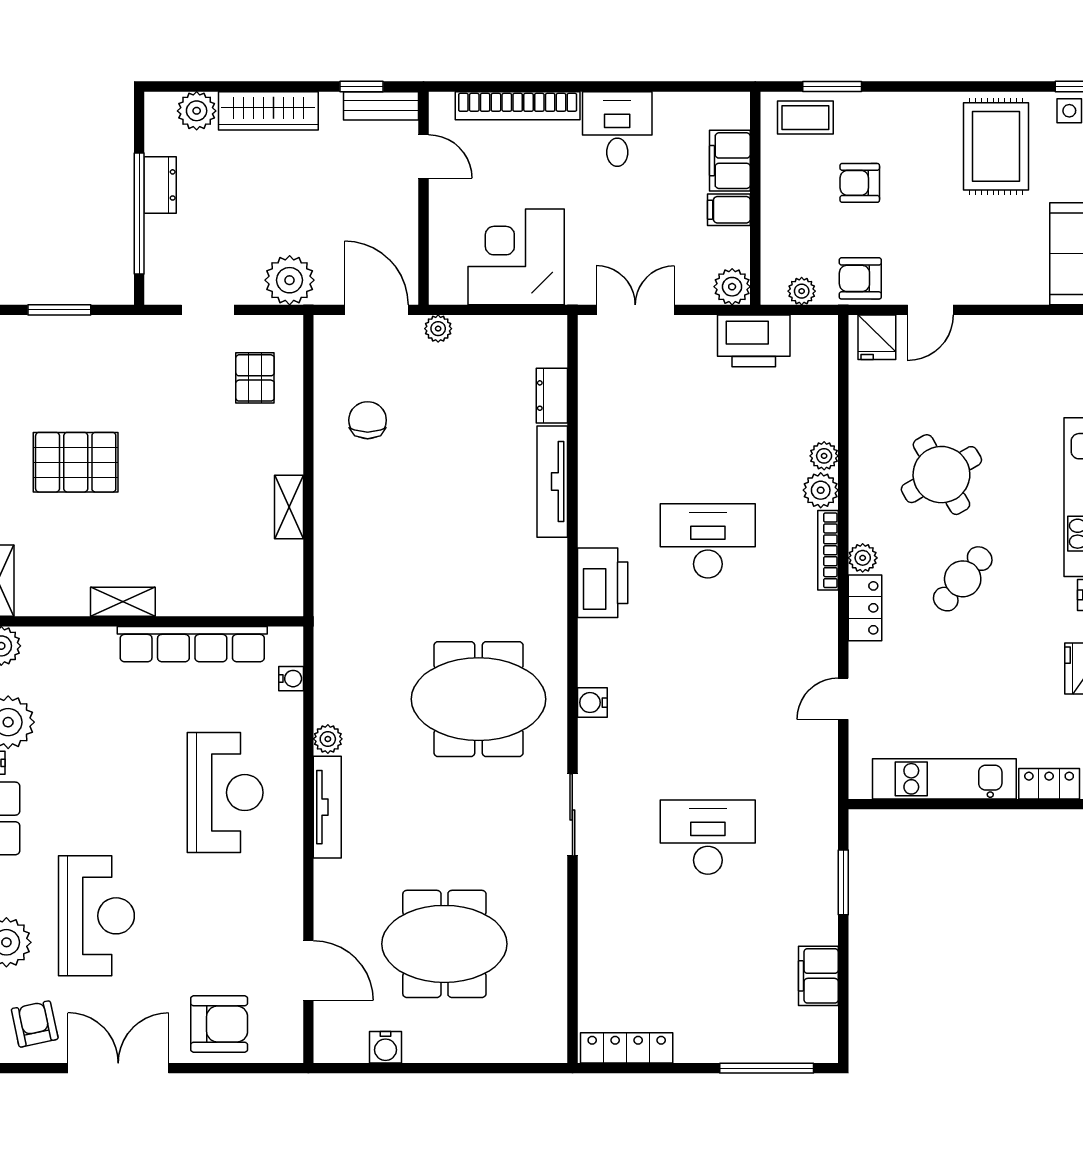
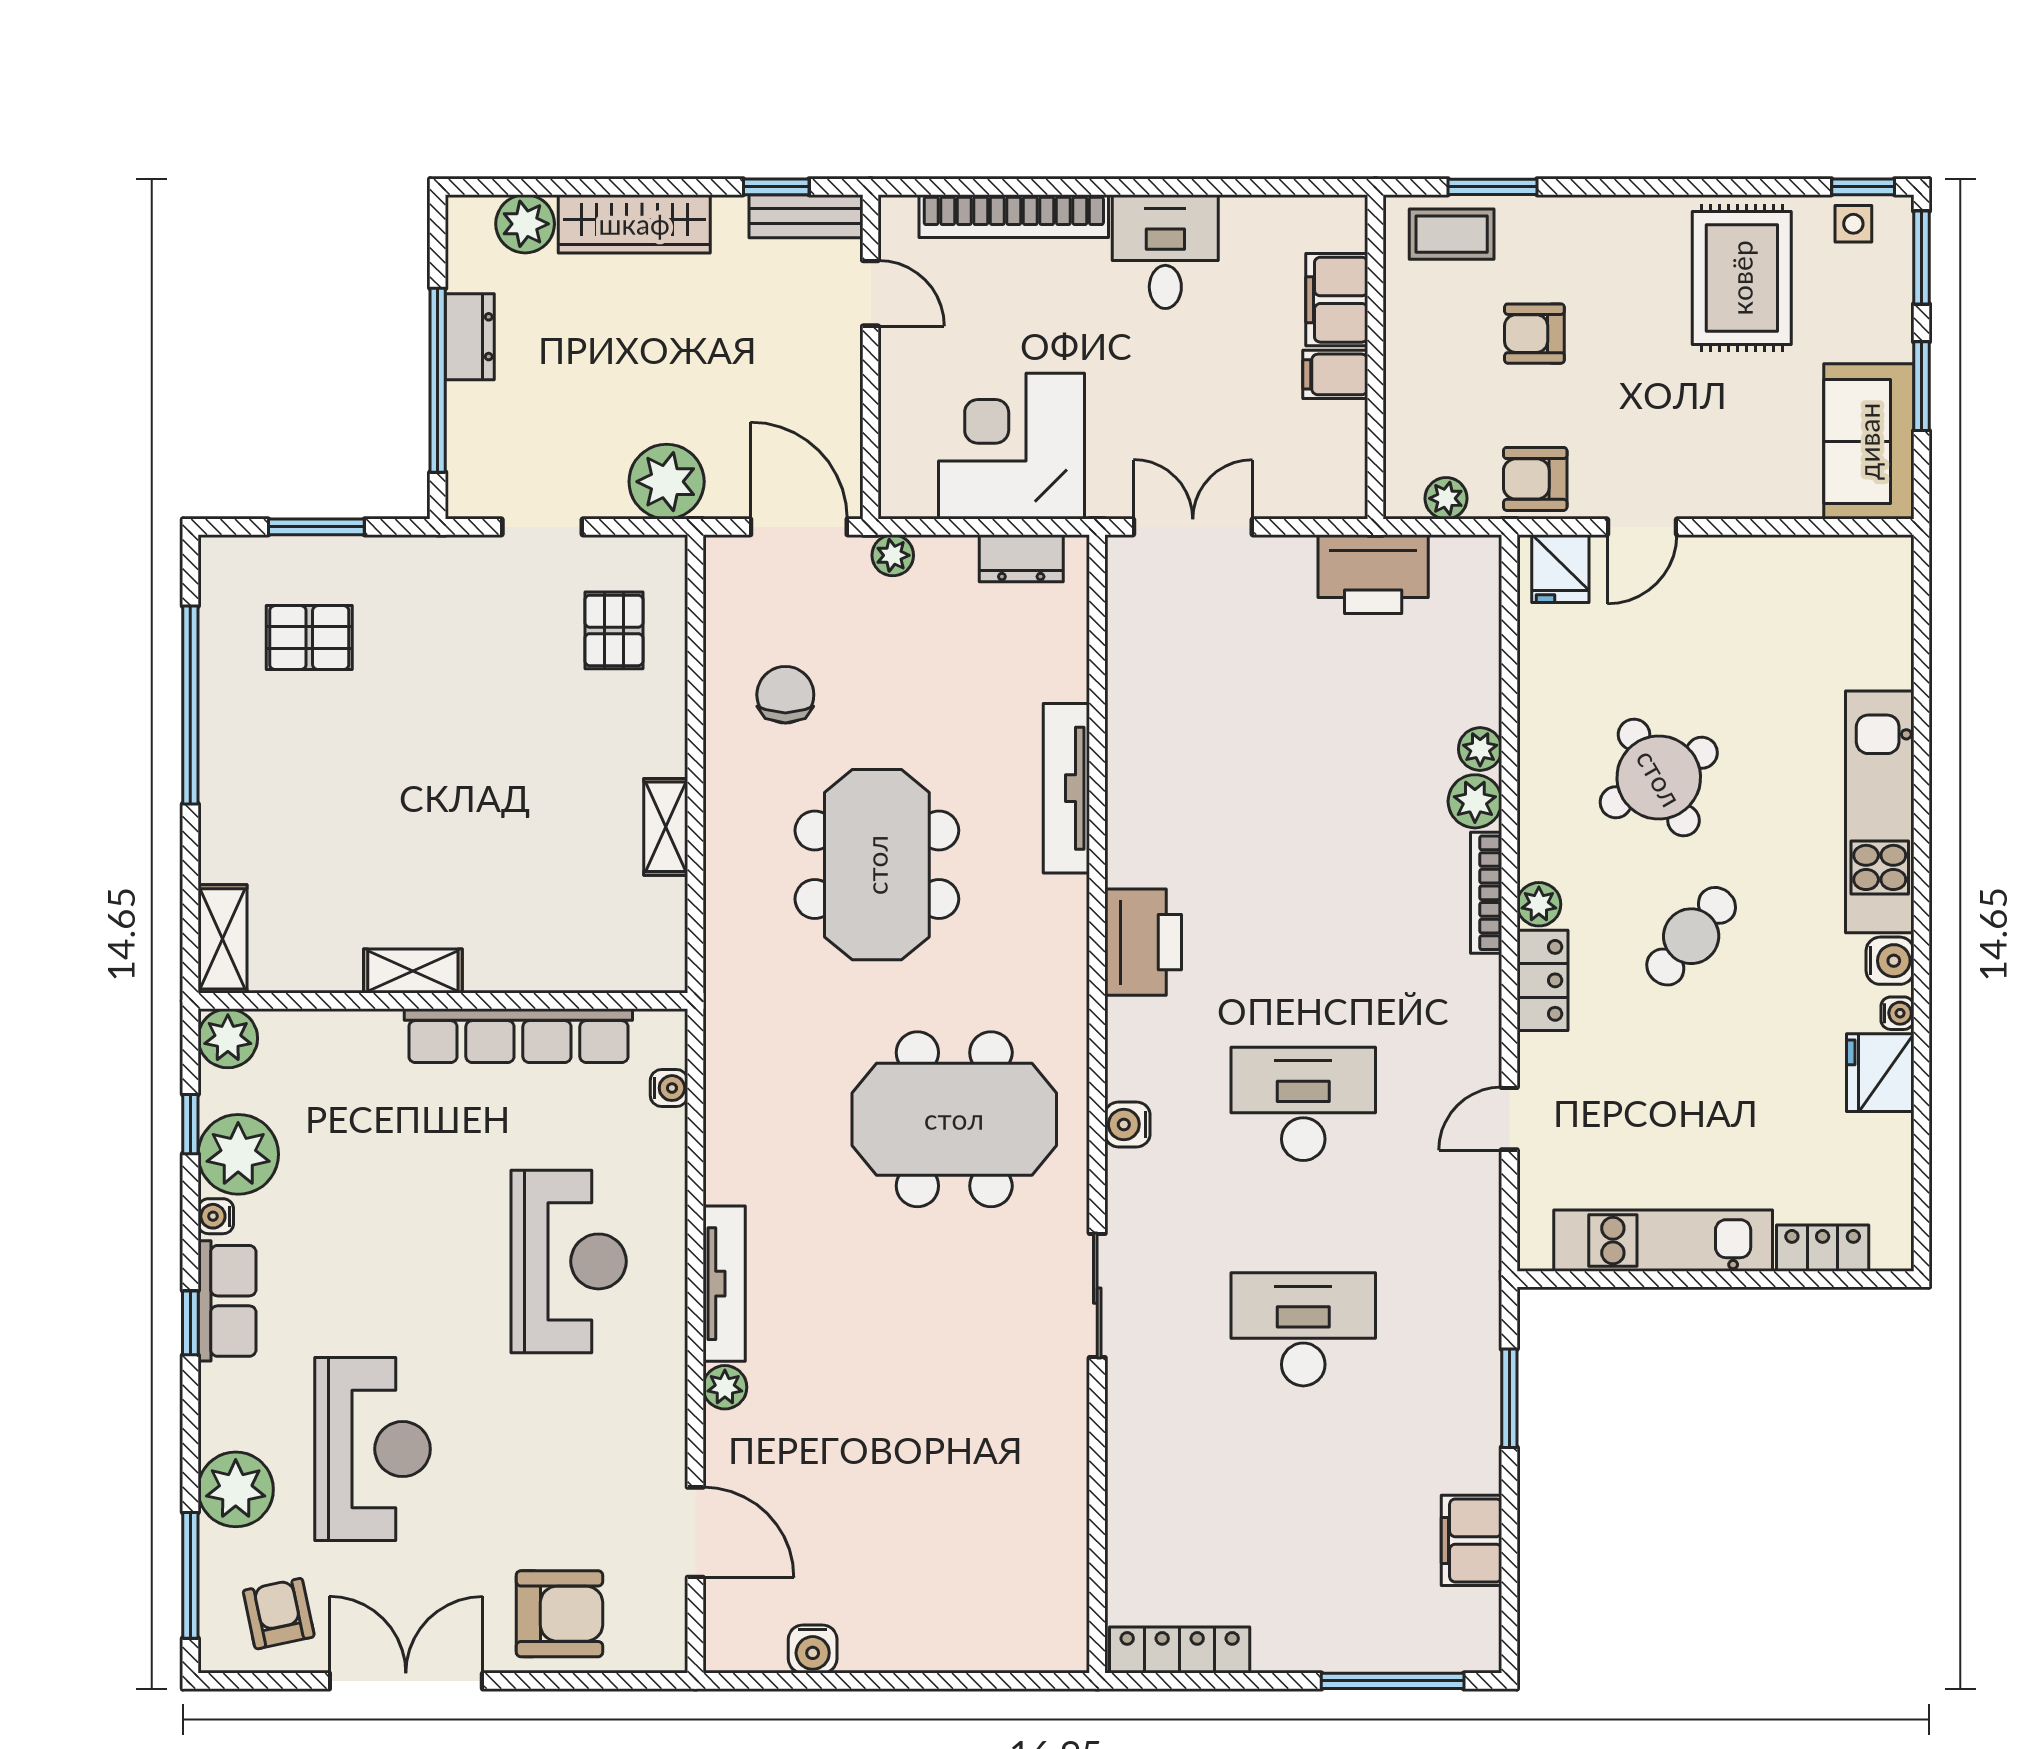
plant: (732, 287) -> (1340, 492), removed
dresser: (552, 396) -> (1021, 558), moved, turned -90
pallet: (76, 462) -> (309, 638), moved, width x0.67, depth x0.71
desk: (708, 541) -> (1303, 1104), moved
plant: (328, 739) -> (725, 1387), moved
meeting table: (444, 944) -> (877, 865), moved, turned 90

